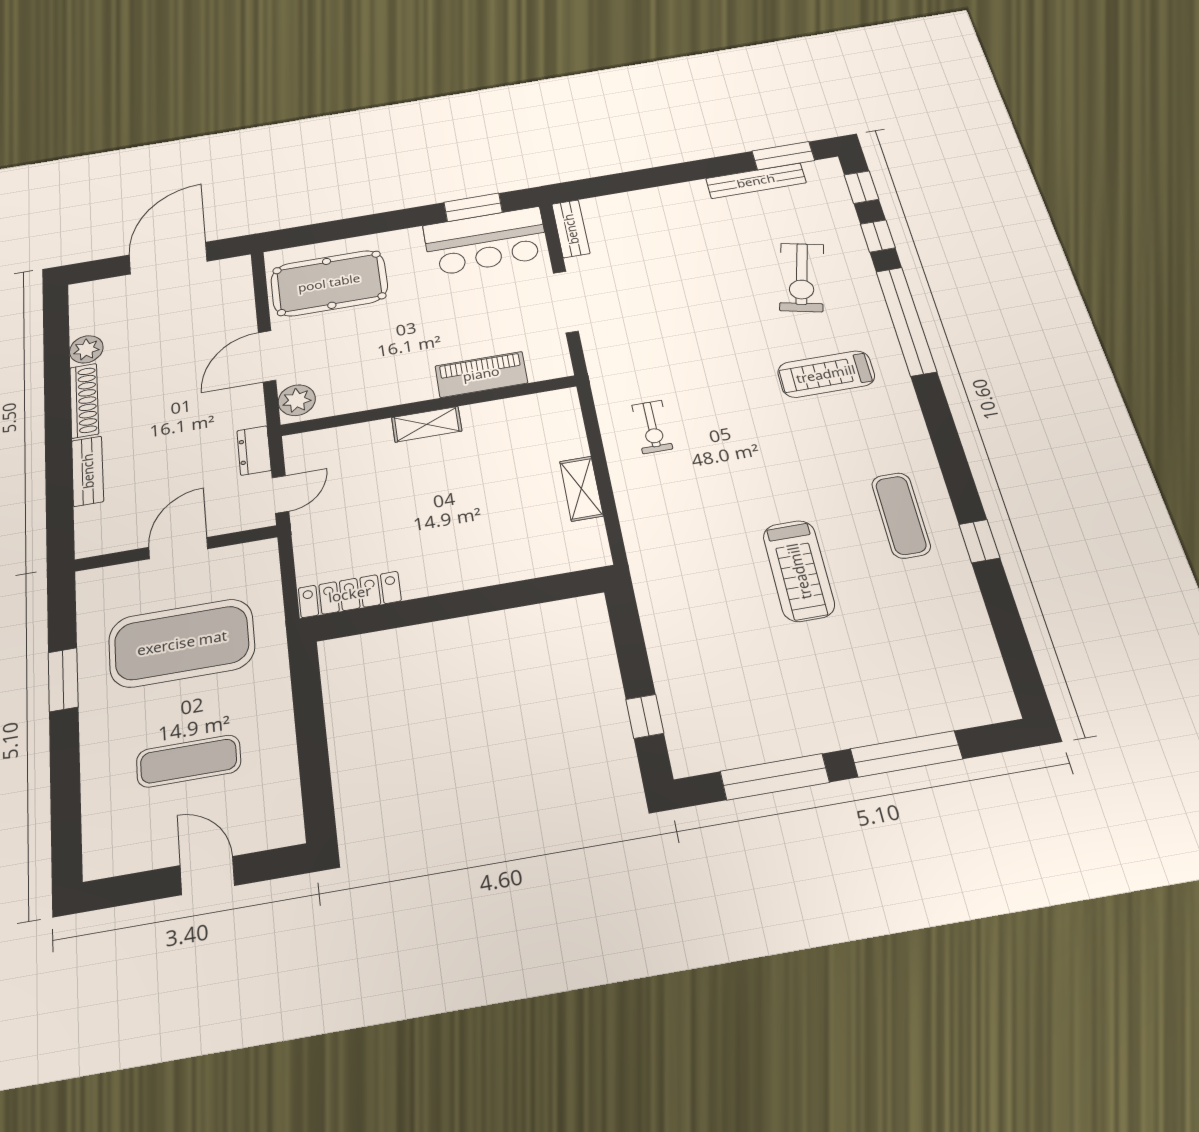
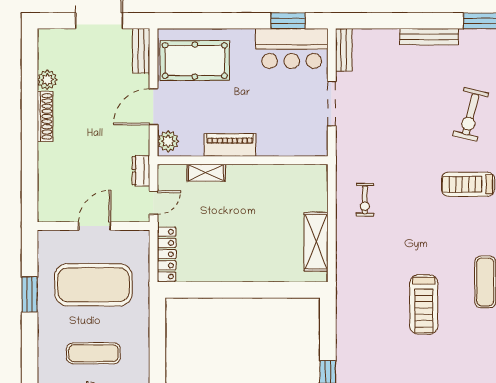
bench: (756, 181) -> (429, 37), moved
piano: (481, 374) -> (230, 145), moved
shelving: (427, 424) -> (206, 173), moved
bench: (88, 471) -> (141, 51), moved
shelving: (581, 489) -> (316, 242), width x1.50, depth x1.33
locker: (350, 594) -> (167, 254), moved, turned 90

